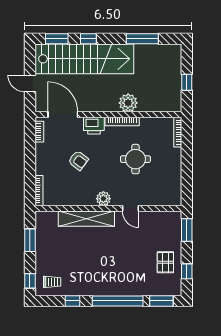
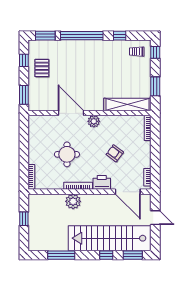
door: (131, 208) -> (71, 113), width x1.87
shelving: (86, 219) -> (127, 105), moved

